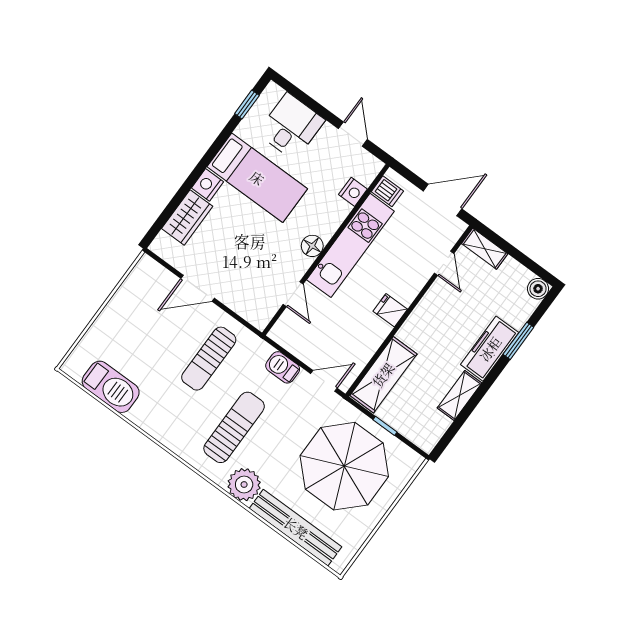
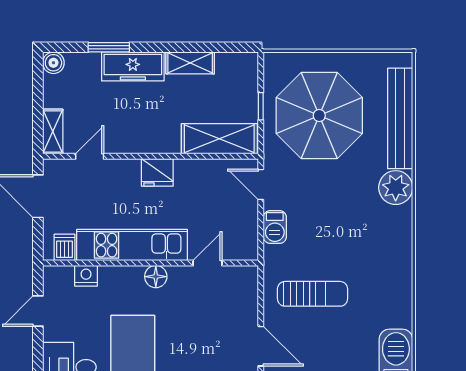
fridge: (390, 310) -> (157, 172), width x1.38
sun lounger: (234, 427) -> (354, 231), removed

